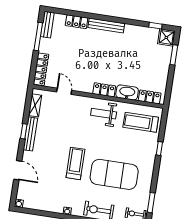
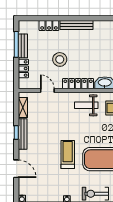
bench: (47, 25) -> (23, 46), moved
stool: (83, 60) -> (60, 59), added
locker: (41, 69) -> (23, 69), width x0.66
locker: (104, 90) -> (78, 84), width x1.53

